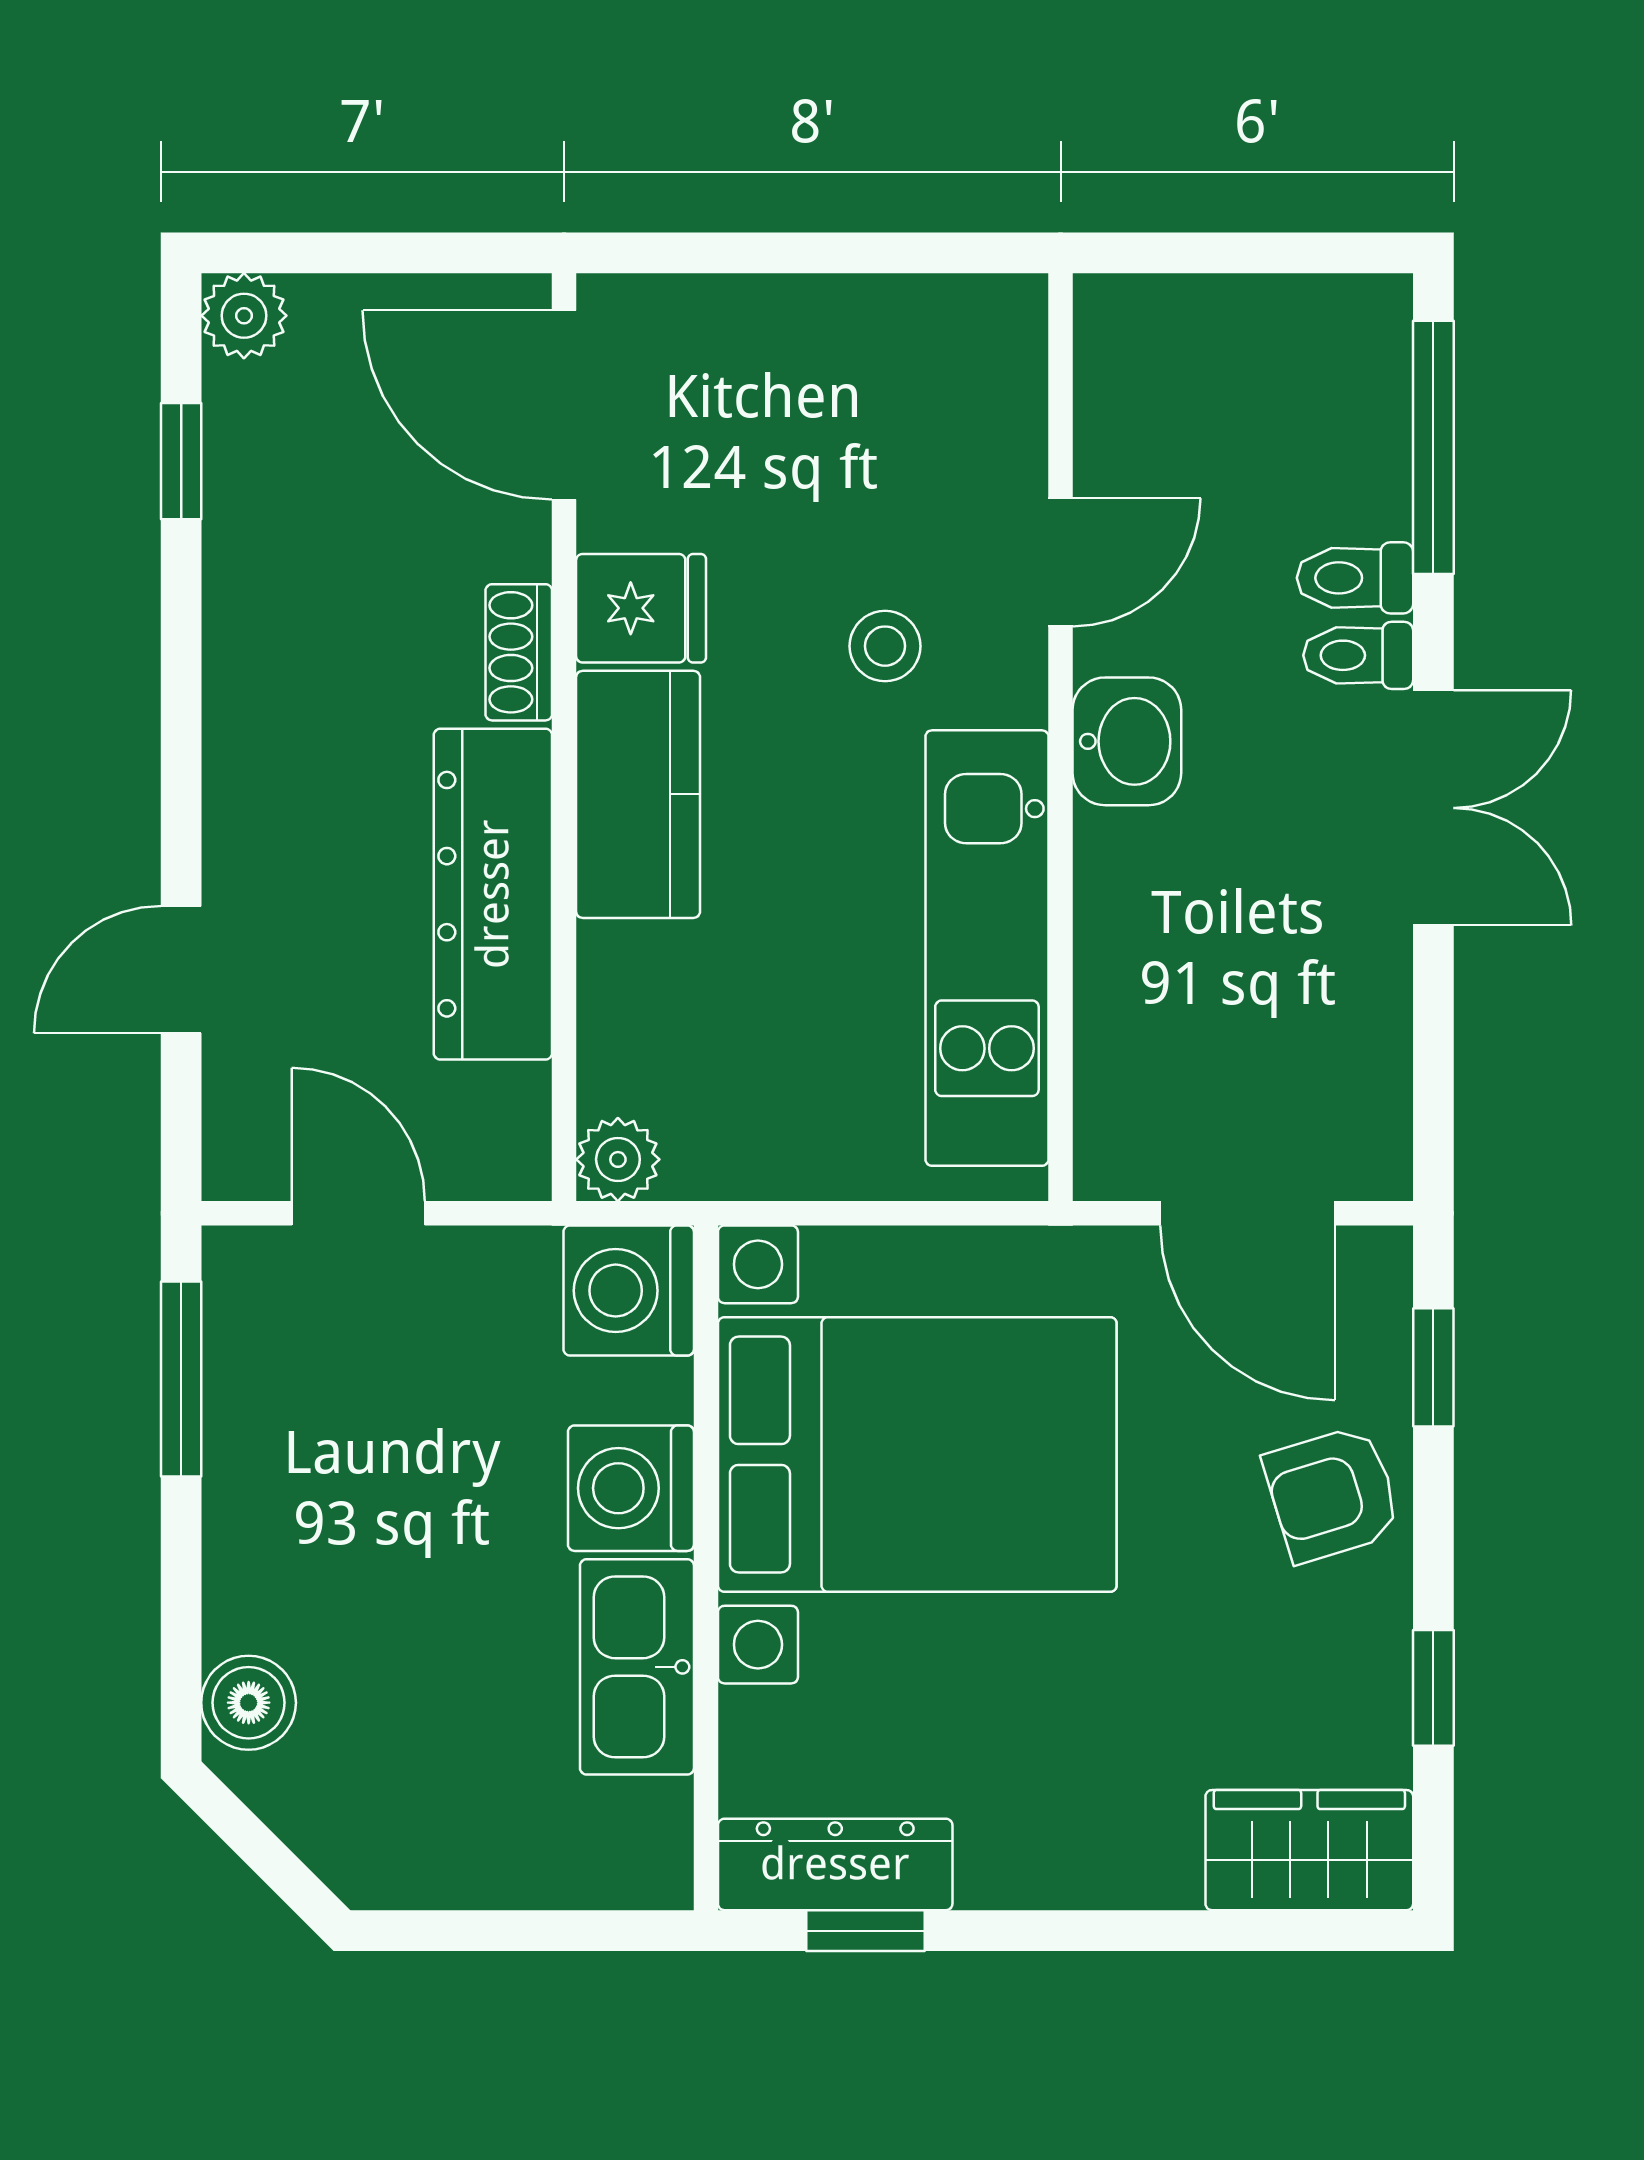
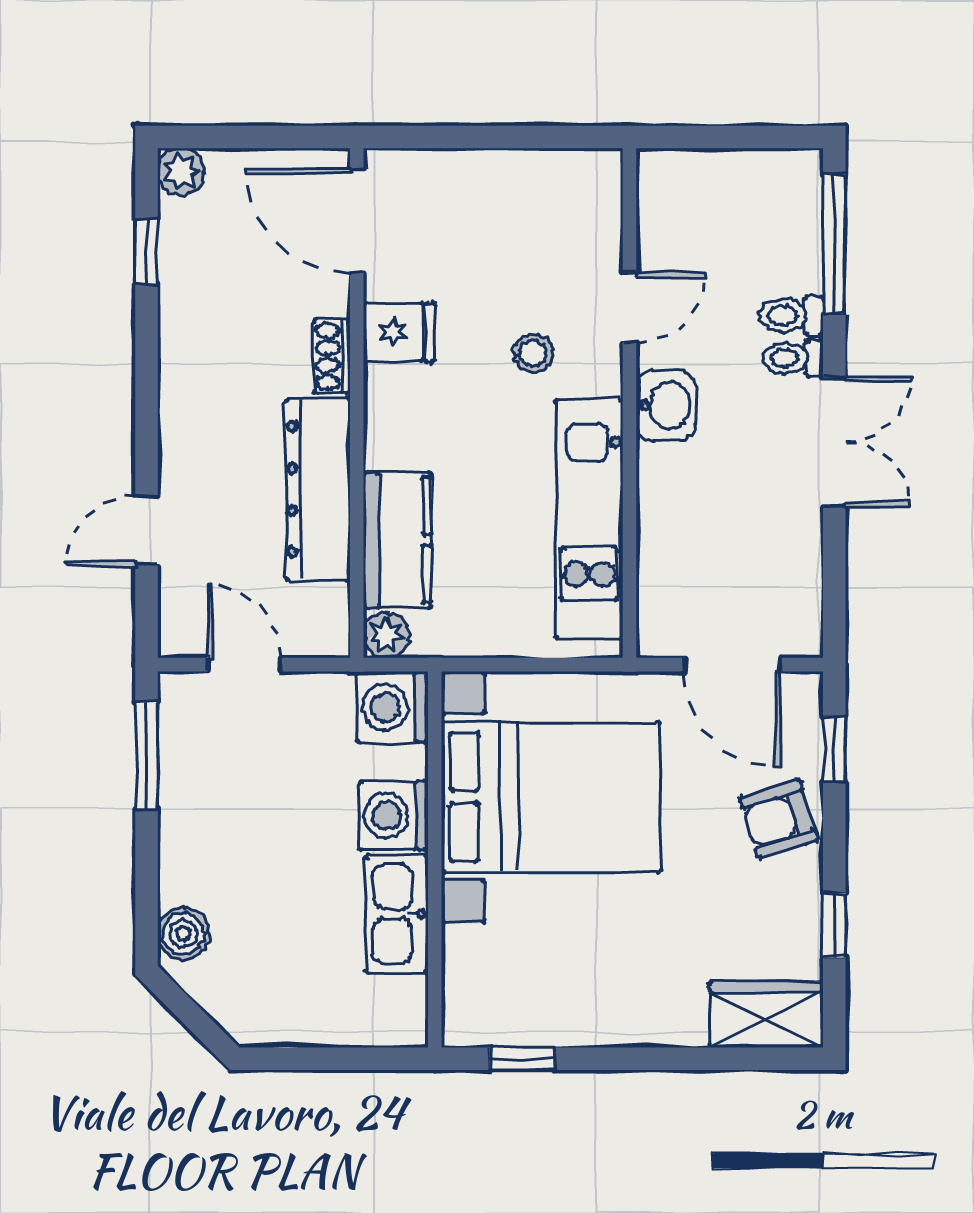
kitchen counter: (638, 794) -> (397, 540), moved
dresser: (835, 1864) -> (506, 1022), removed

